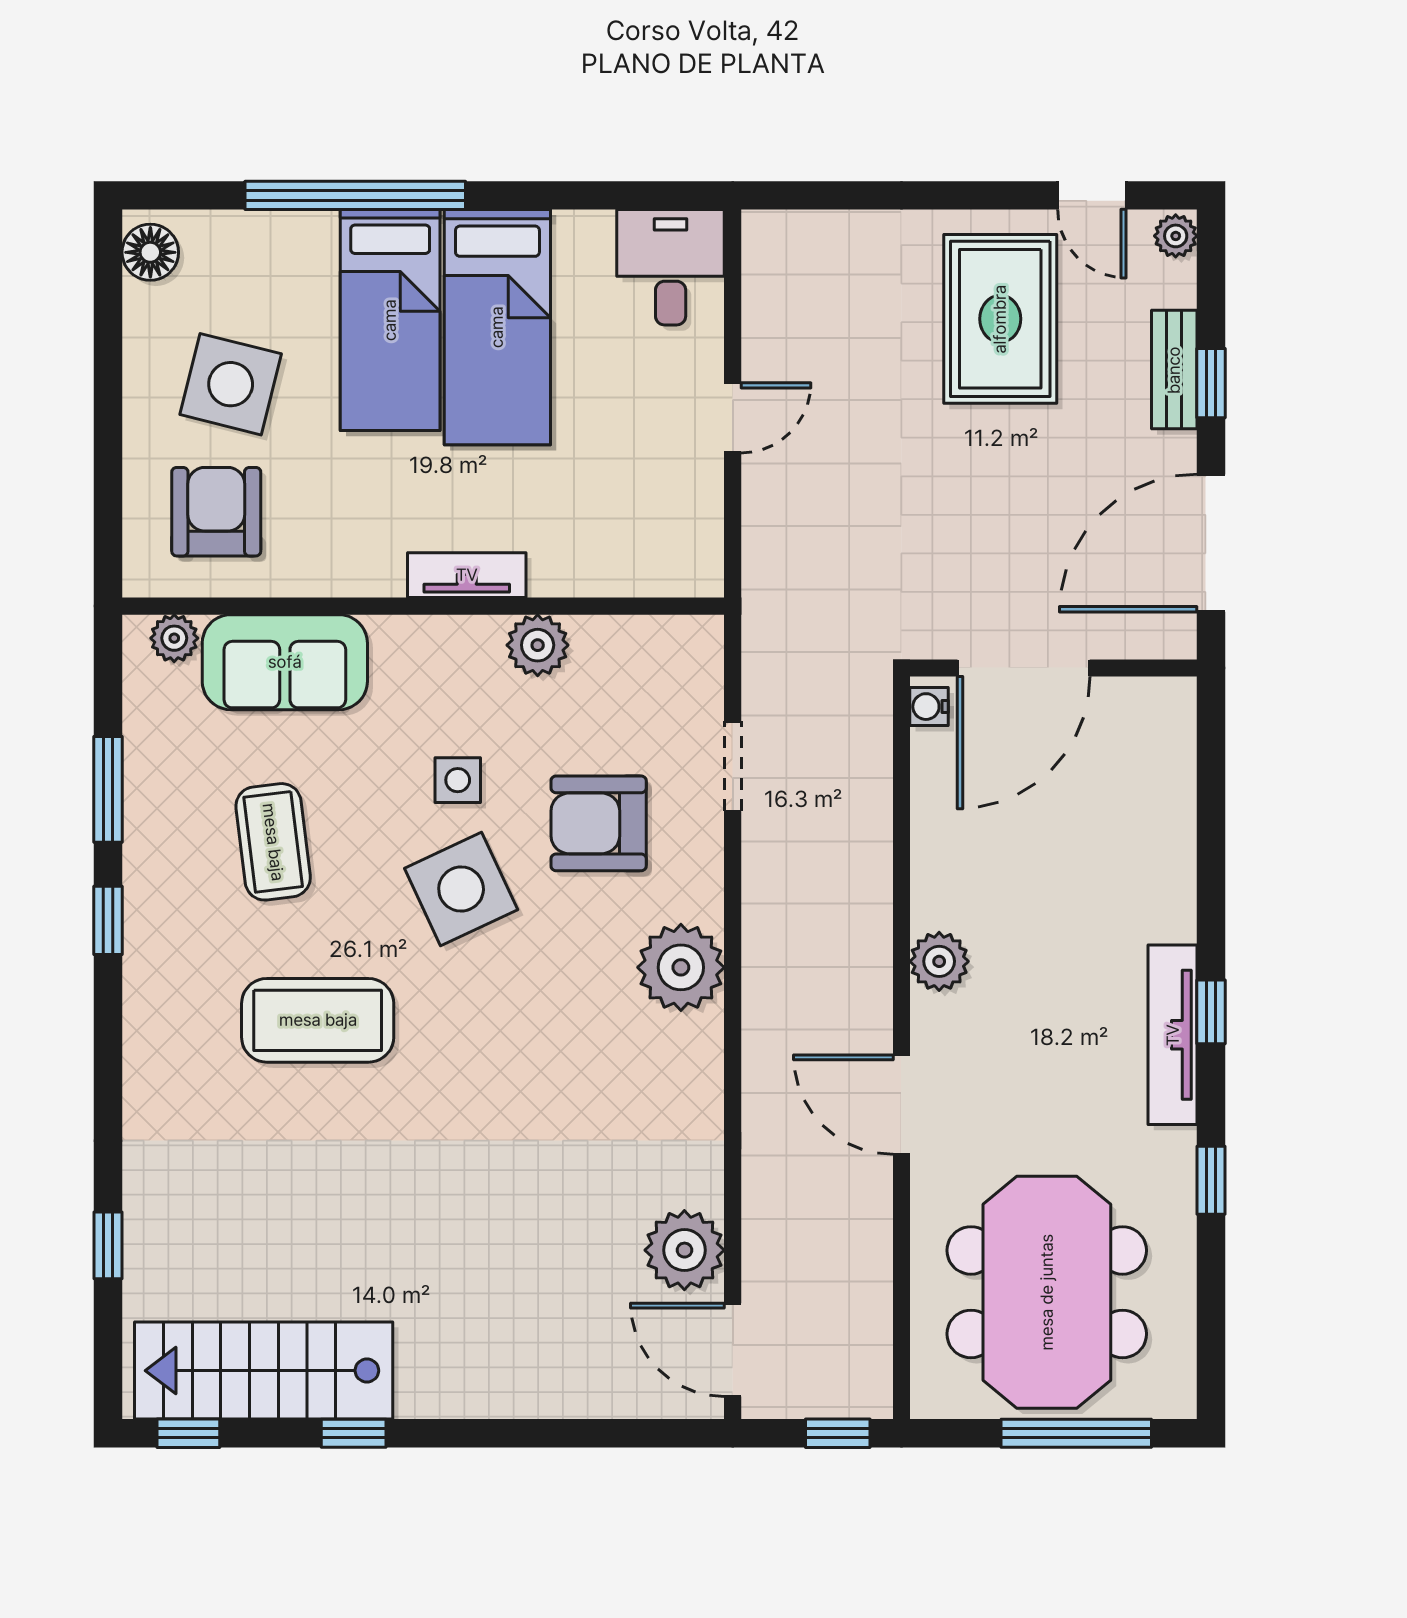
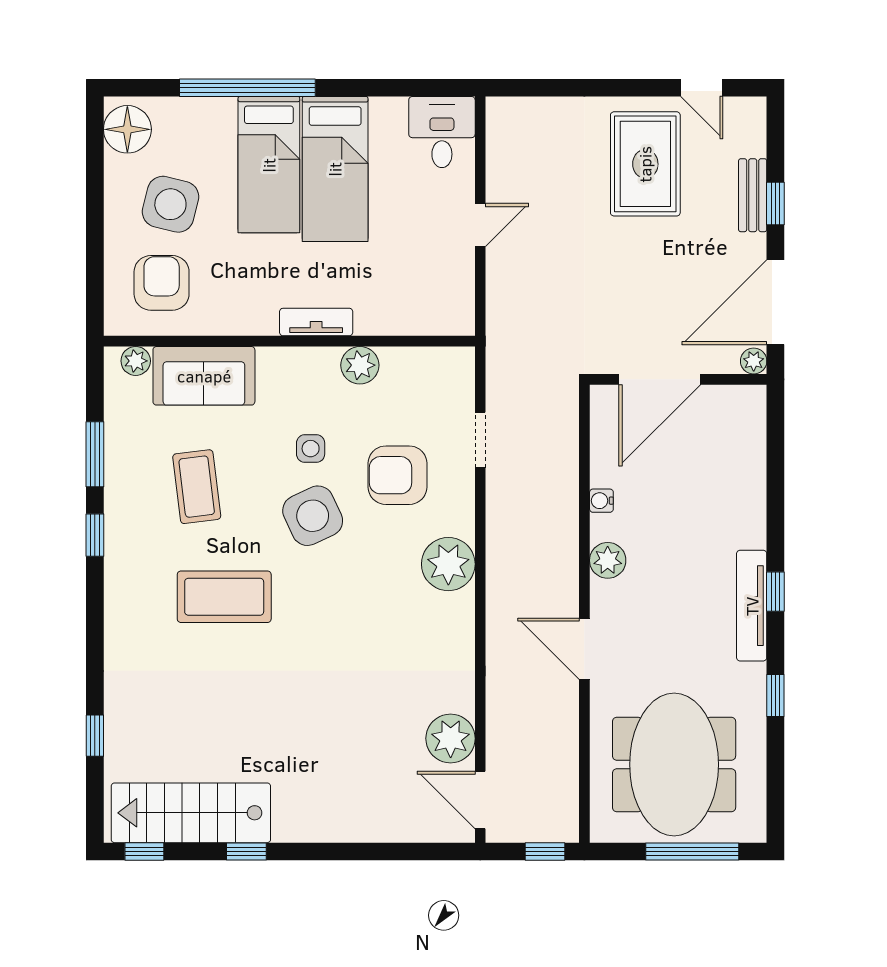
plant: (1176, 236) -> (754, 361), moved
floor lamp: (150, 252) -> (127, 129), width x1.38, depth x1.38
water cooler: (929, 707) -> (601, 501), moved

